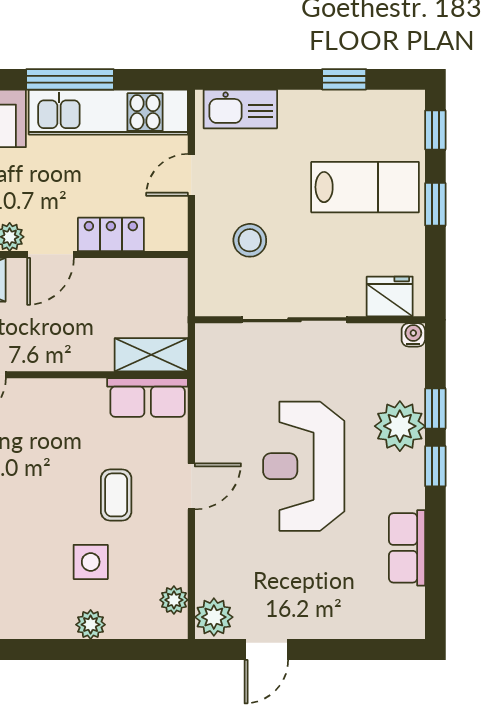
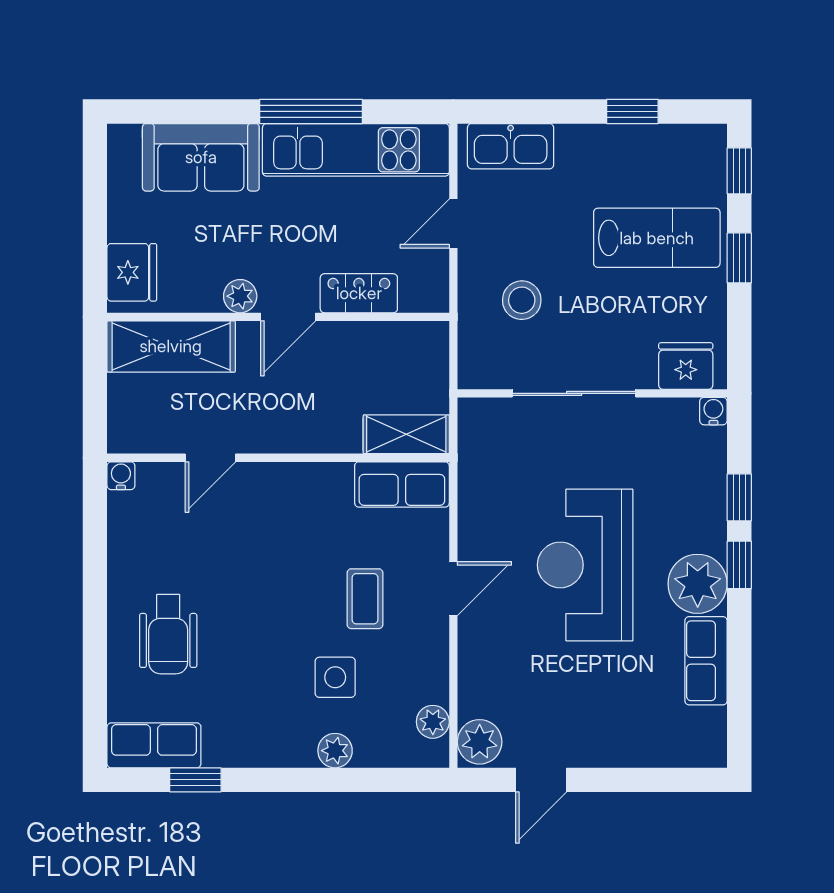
plant: (400, 426) -> (698, 584), moved

